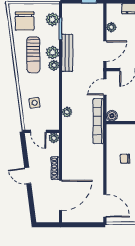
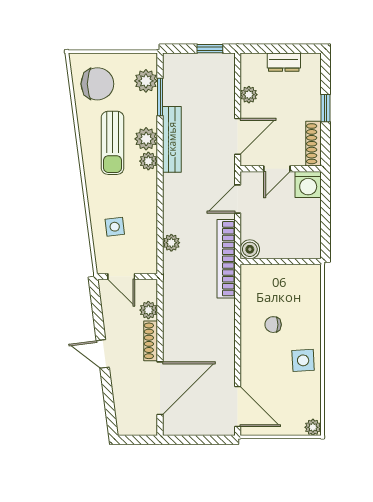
chair: (25, 21) -> (97, 84), turned -90
plant: (54, 138) -> (148, 310), moved

